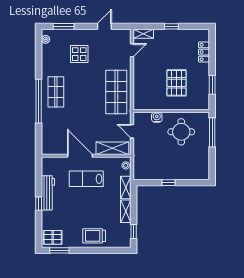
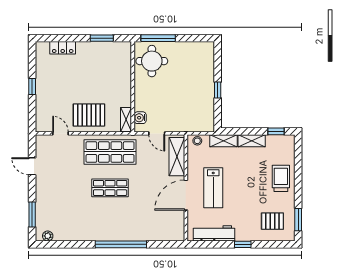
shelving: (143, 34) -> (126, 119), moved
display table: (79, 54) -> (65, 196), removed
pallet: (177, 83) -> (89, 115), moved
shop shelf: (56, 92) -> (110, 188), moved
water cooler: (157, 117) -> (140, 118), moved
door: (132, 131) -> (157, 133), hinge flipped
round table: (181, 132) -> (152, 61), moved
workbench: (48, 193) -> (214, 233), moved
trolley: (94, 236) -> (281, 178), turned 180
pallet: (53, 237) -> (272, 221), moved, turned 90

